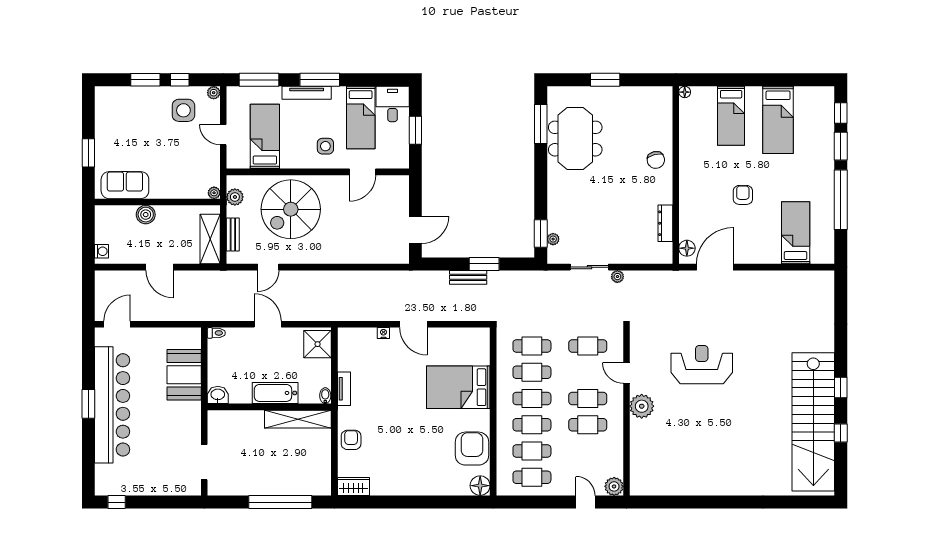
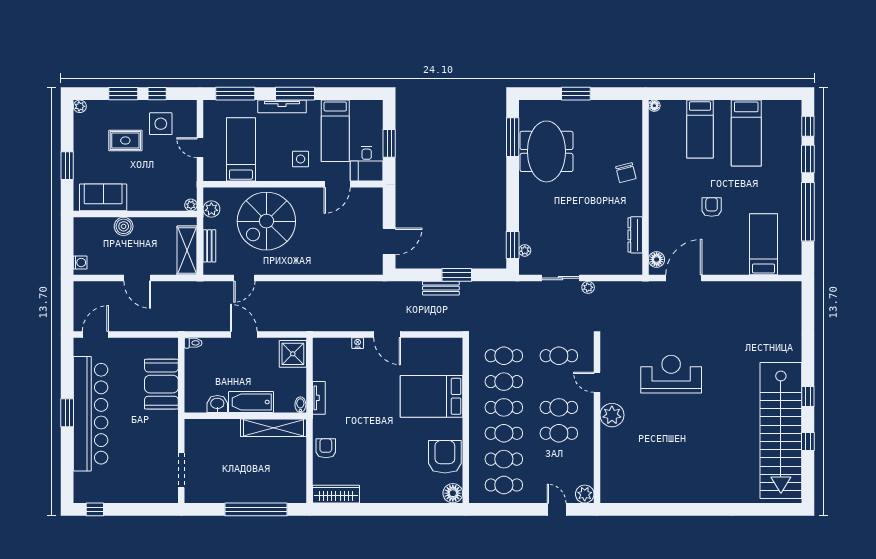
plant: (214, 93) -> (80, 106), moved
desk: (393, 104) -> (367, 164), moved, turned 180
rug: (148, 127) -> (125, 140), added
washbasin: (218, 395) -> (217, 404), moved
wardrobe: (353, 487) -> (336, 494), width x1.50

